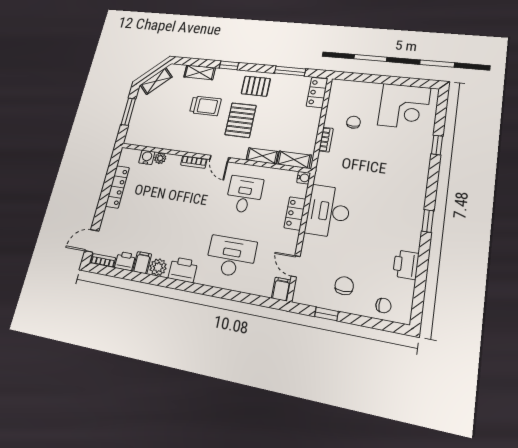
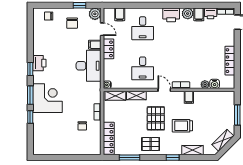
locker: (317, 93) -> (109, 138), width x1.53
corner desk: (404, 106) -> (47, 98), moved, turned 90
filing cabinet: (187, 144) -> (189, 97), added
window: (433, 179) -> (30, 95), added
locker: (295, 213) -> (108, 49), moved
filing cabinet: (312, 243) -> (95, 45), added
desk: (231, 257) -> (143, 28), width x0.73
printer: (406, 265) -> (39, 63), moved
filing cabinet: (281, 289) -> (120, 14), moved
plant: (303, 294) -> (95, 14), added

